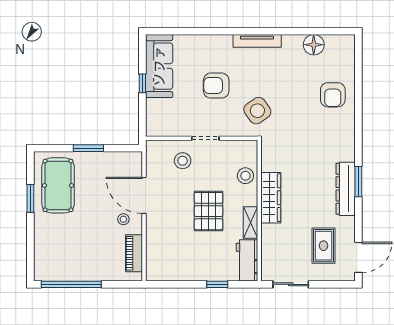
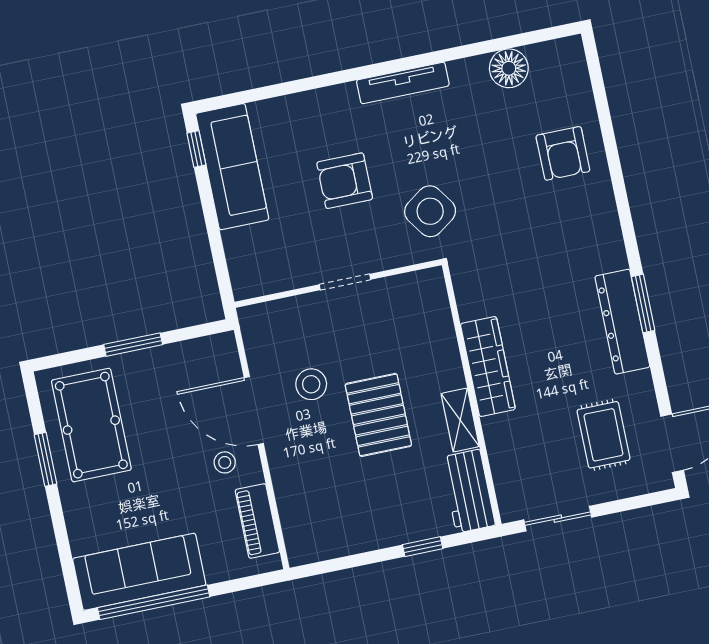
window: (142, 83) -> (196, 149), moved
stool: (183, 161) -> (311, 384), moved
stool: (245, 176) -> (433, 336), removed
sofa: (67, 267) -> (139, 572), added

